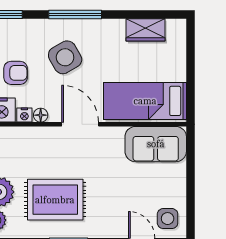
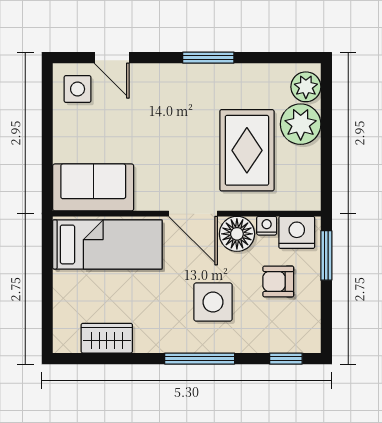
side table: (65, 57) -> (213, 302), turned 30
floor lamp: (41, 115) -> (237, 234), width x1.89, depth x1.89
rug: (55, 200) -> (247, 150), moved, turned 90

